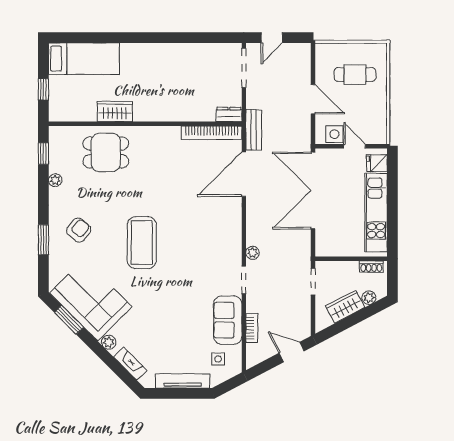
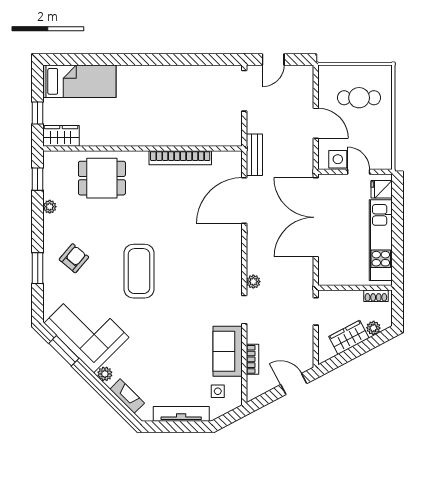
wardrobe: (115, 112) -> (61, 136), moved
dresser: (229, 114) -> (229, 139), removed
bookcase: (212, 133) -> (180, 158), moved

